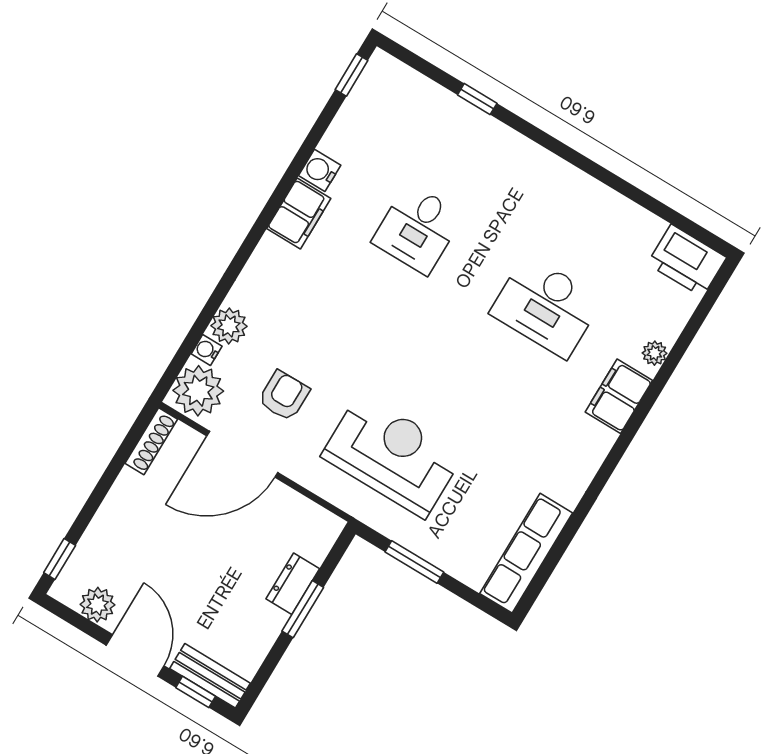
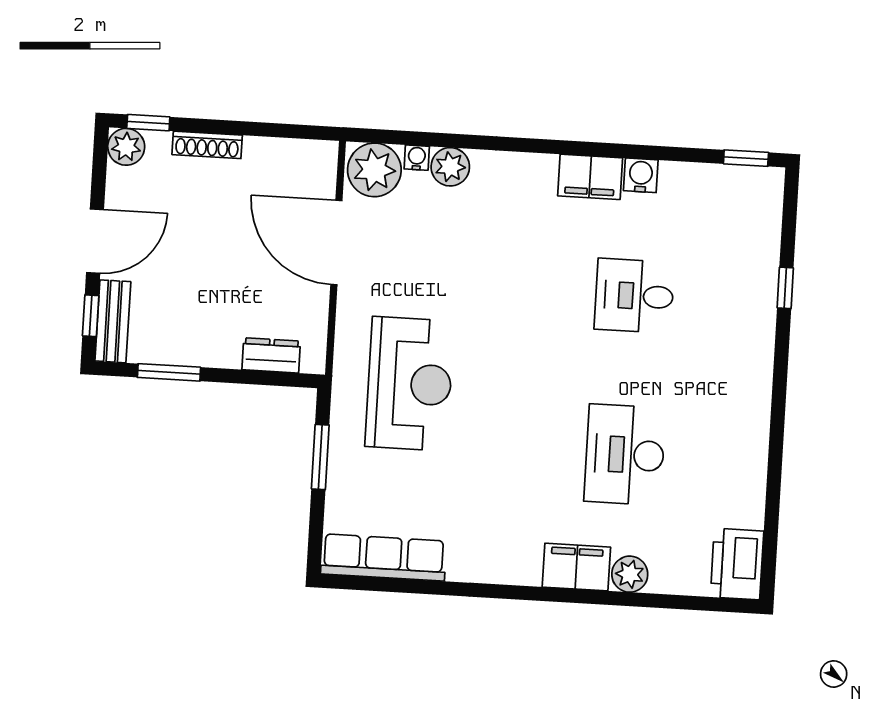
plant: (655, 353) -> (630, 574), width x1.38, depth x1.38
armchair: (284, 396) -> (412, 253), removed
shoe rack: (151, 441) -> (207, 145), moved
dresser: (293, 584) -> (271, 355), moved
plant: (97, 605) -> (126, 147), moved
window: (303, 609) -> (169, 372), moved

